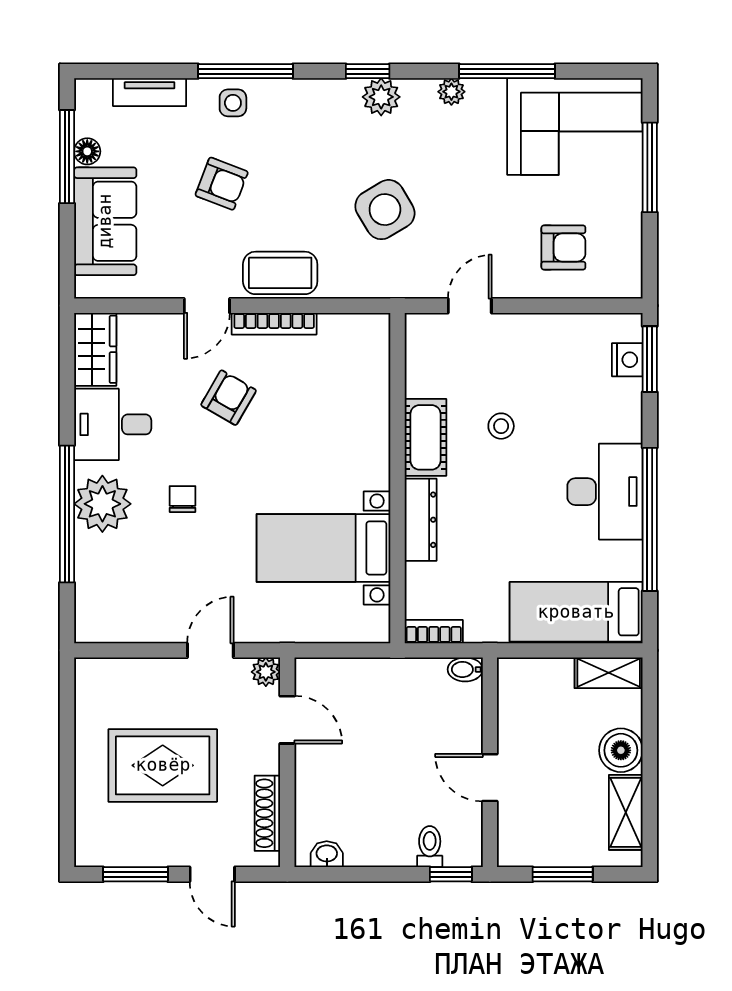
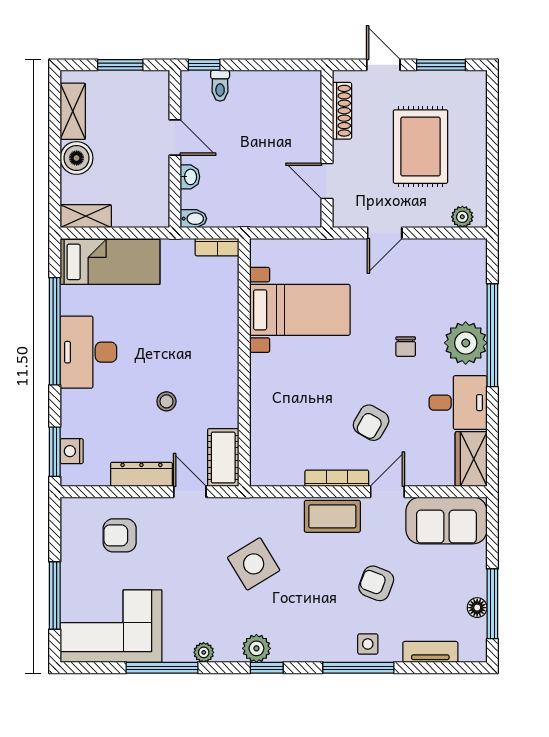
sofa: (105, 221) -> (446, 520), moved, turned -90
door: (470, 306) -> (190, 492), swing flipped
cot: (425, 437) -> (223, 458), moved
dresser: (421, 520) -> (141, 474), moved, turned 90
plant: (266, 672) -> (462, 217), moved
rug: (163, 765) -> (421, 147), turned 90
washbasin: (327, 854) -> (190, 177), moved, turned -90

